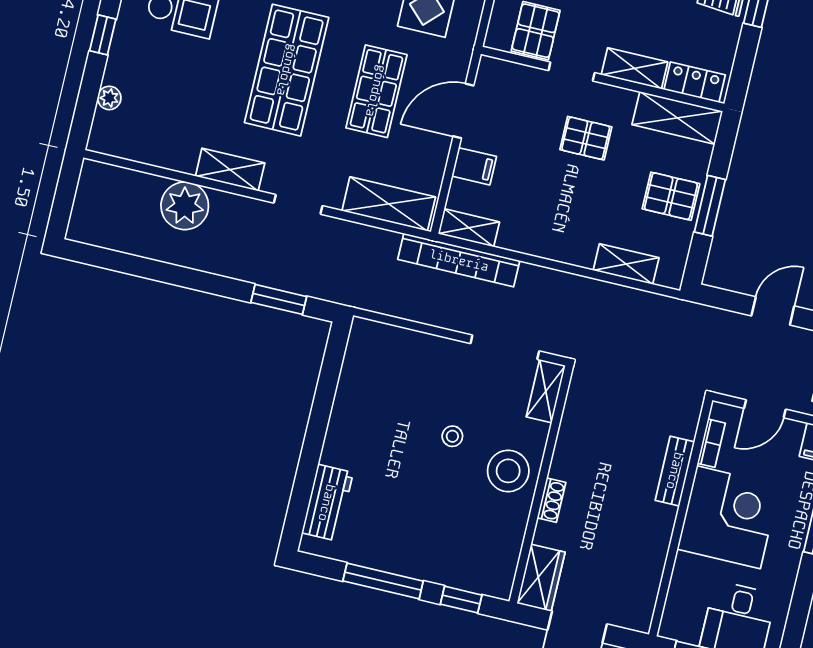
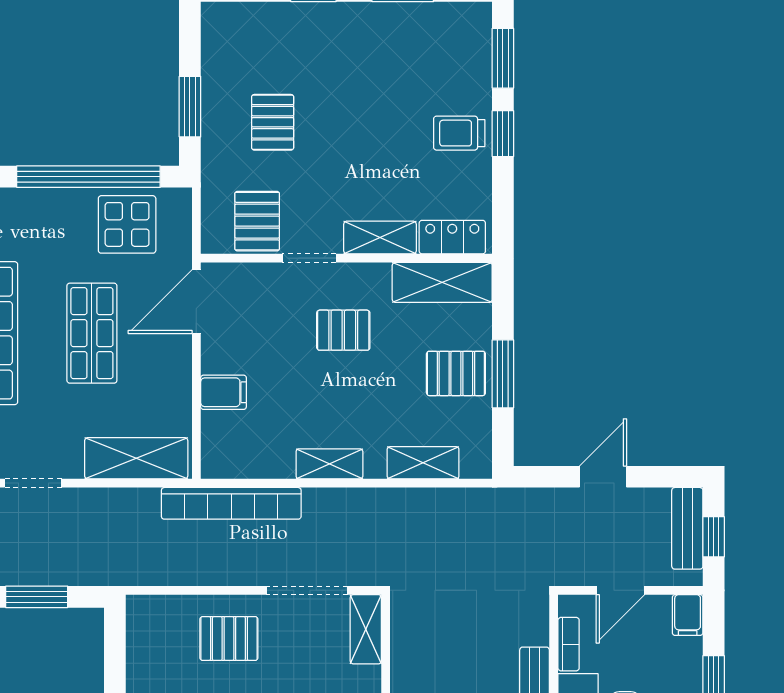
door: (463, 111) -> (196, 302), moved
shelving: (469, 228) -> (329, 464), moved
pallet: (430, 372) -> (229, 639), added

